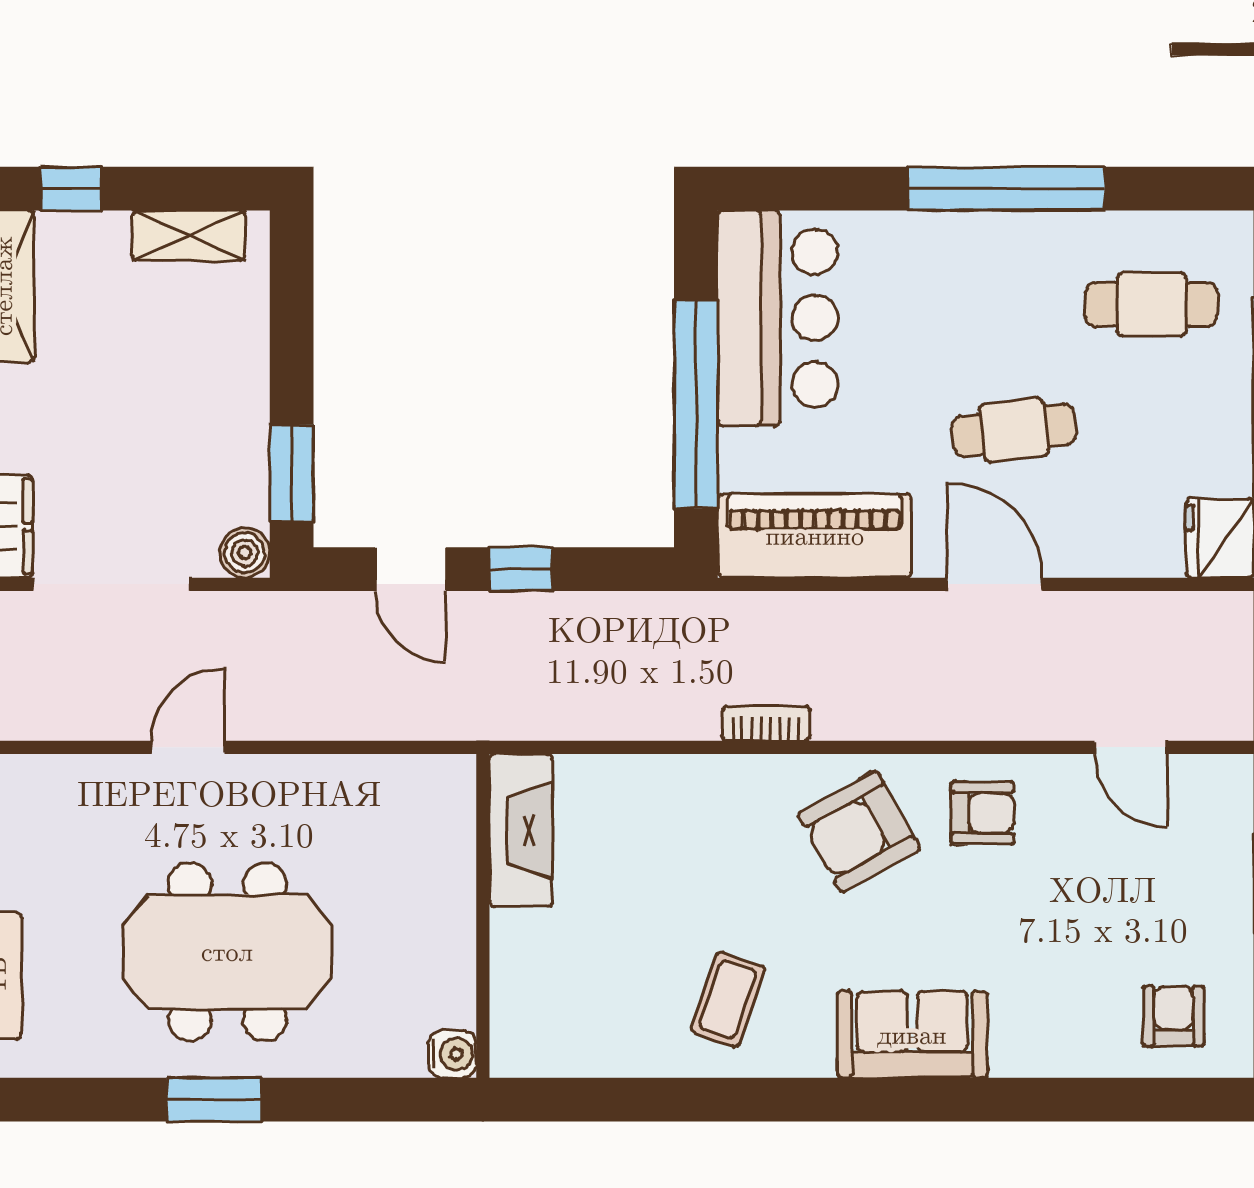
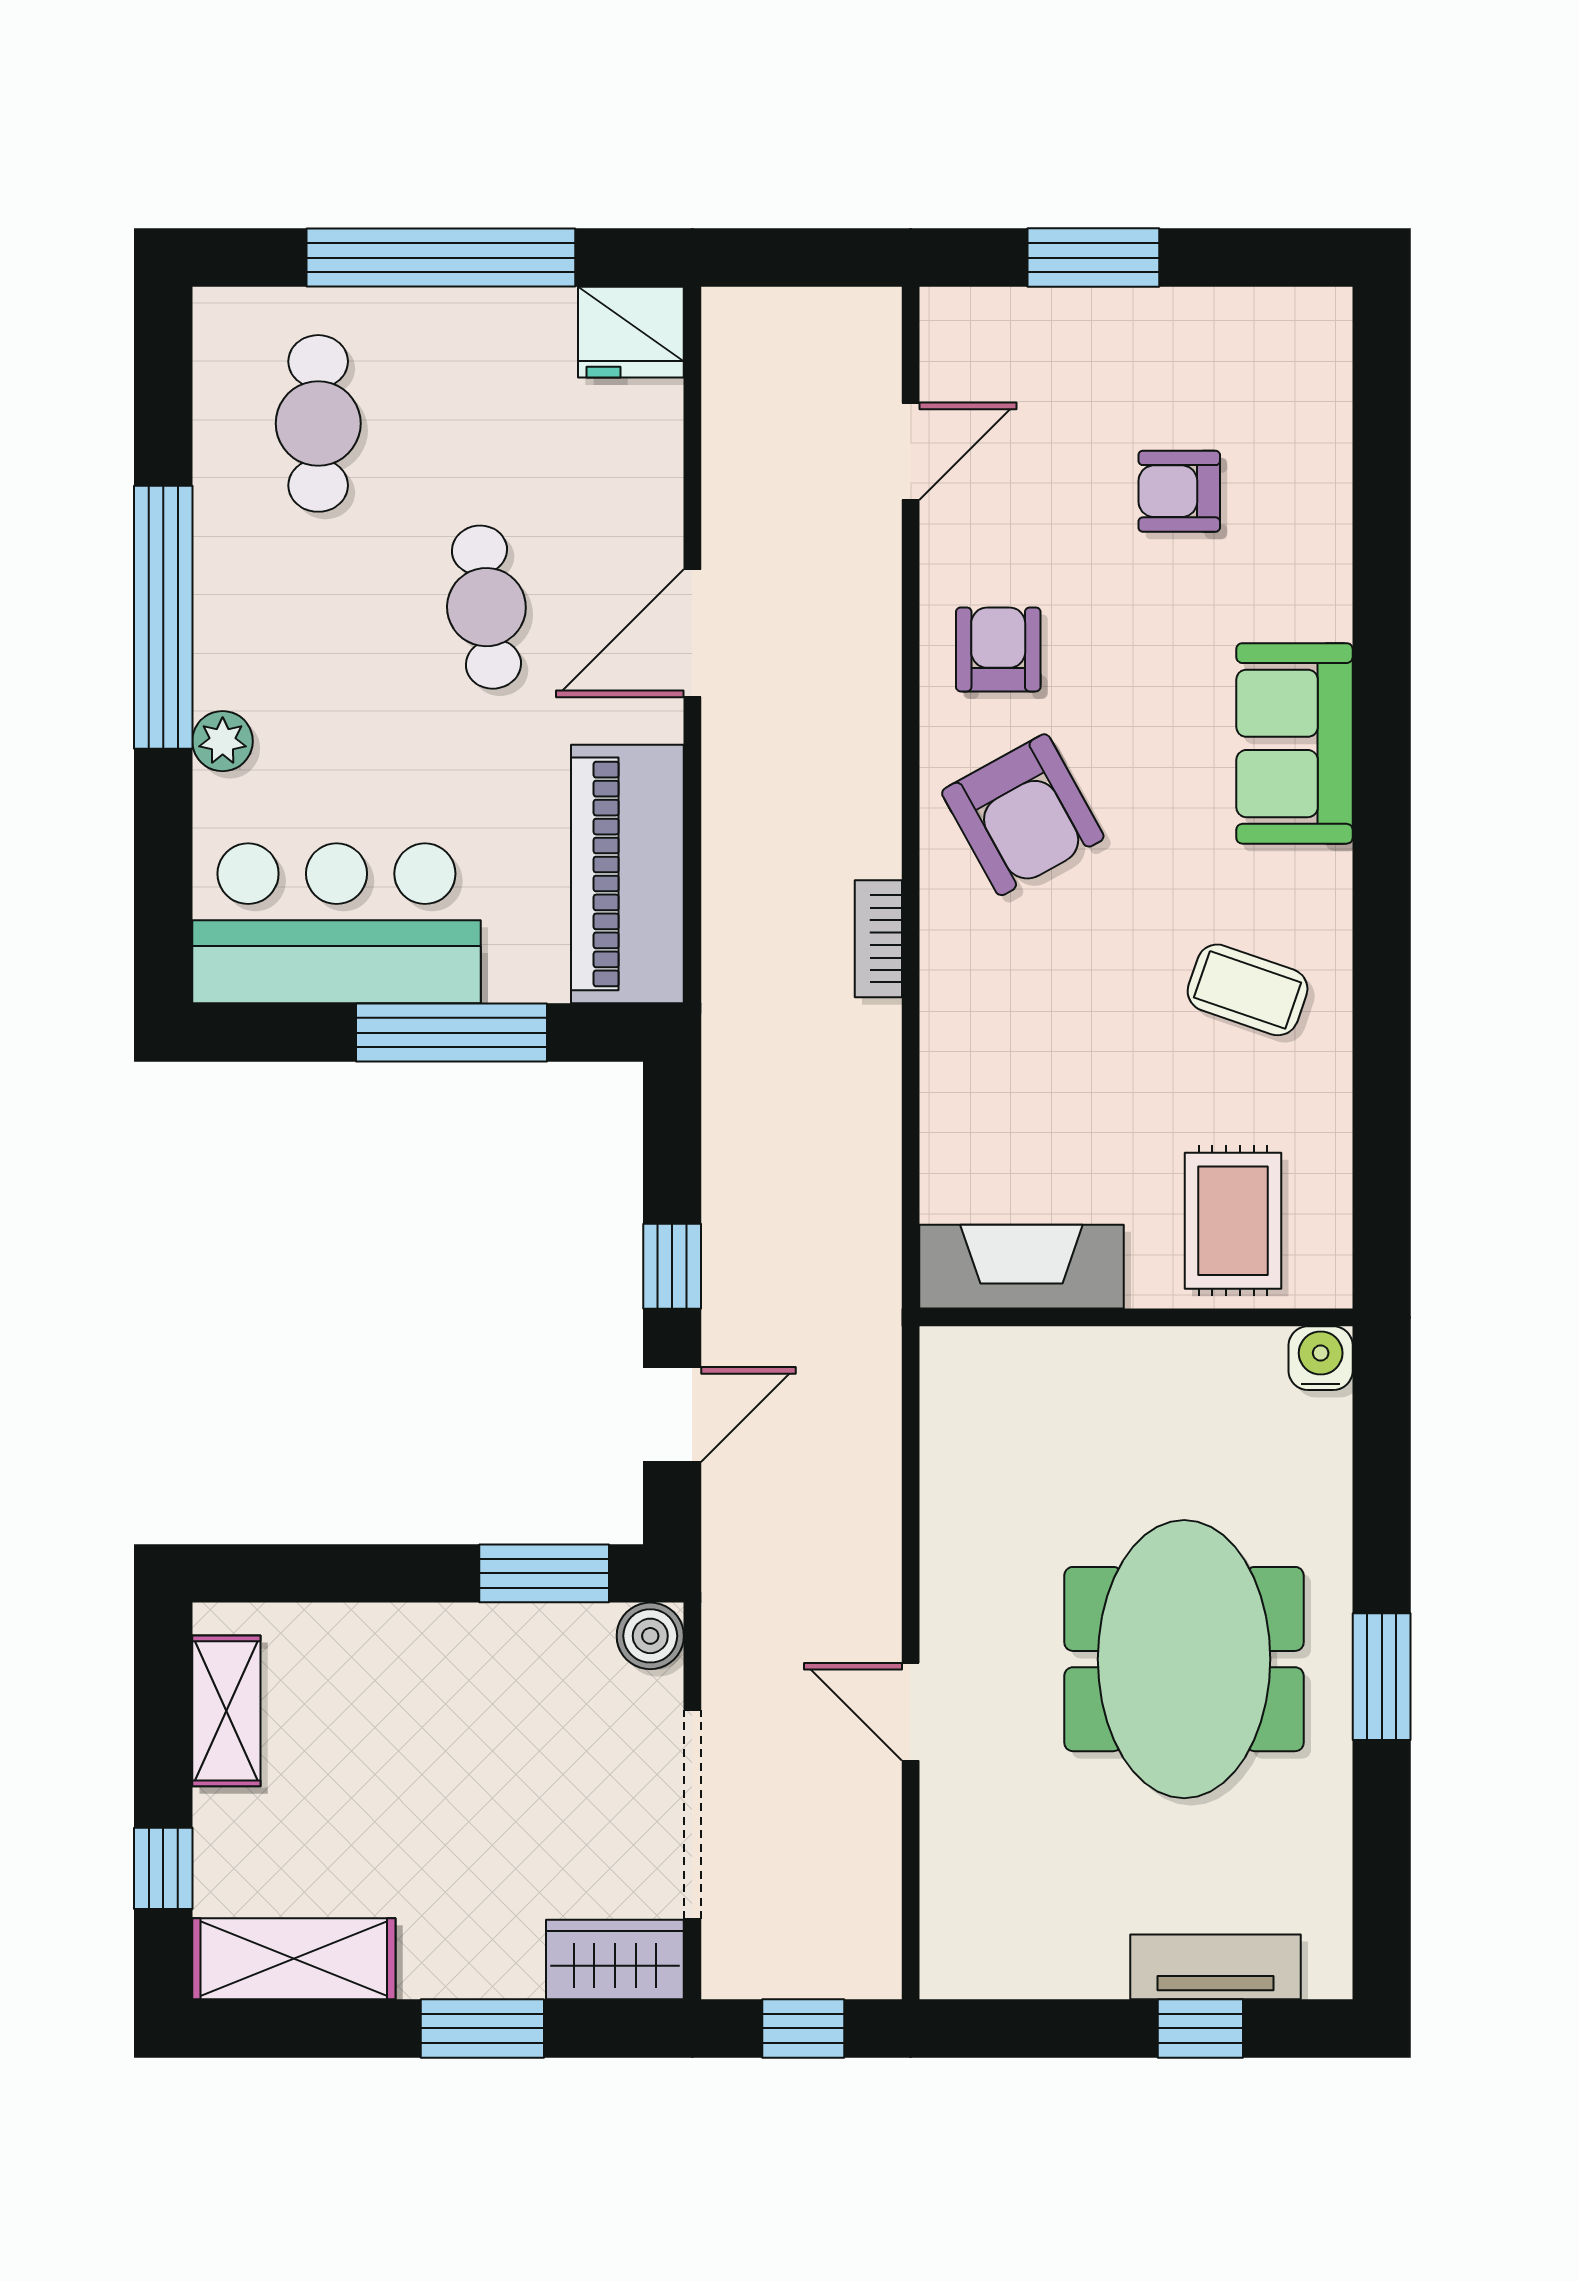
plant: (914, 233) -> (223, 741), added
window: (696, 404) -> (452, 1033), width x0.68
rug: (555, 989) -> (1233, 1221), added
armchair: (1173, 1016) -> (1179, 491), moved

